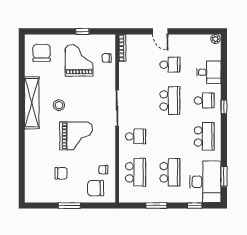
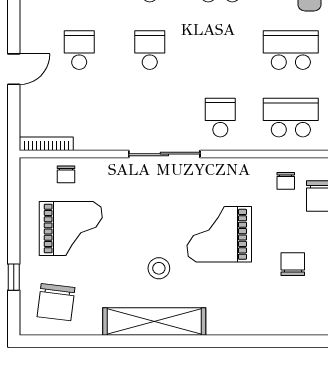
window: (82, 31) -> (14, 277), moved
chair: (42, 53) -> (56, 302), turned -83
grand piano: (79, 60) -> (71, 228), turned 180
school desk: (170, 101) -> (150, 50), width x0.54
grand piano: (76, 136) -> (219, 234), turned -90

